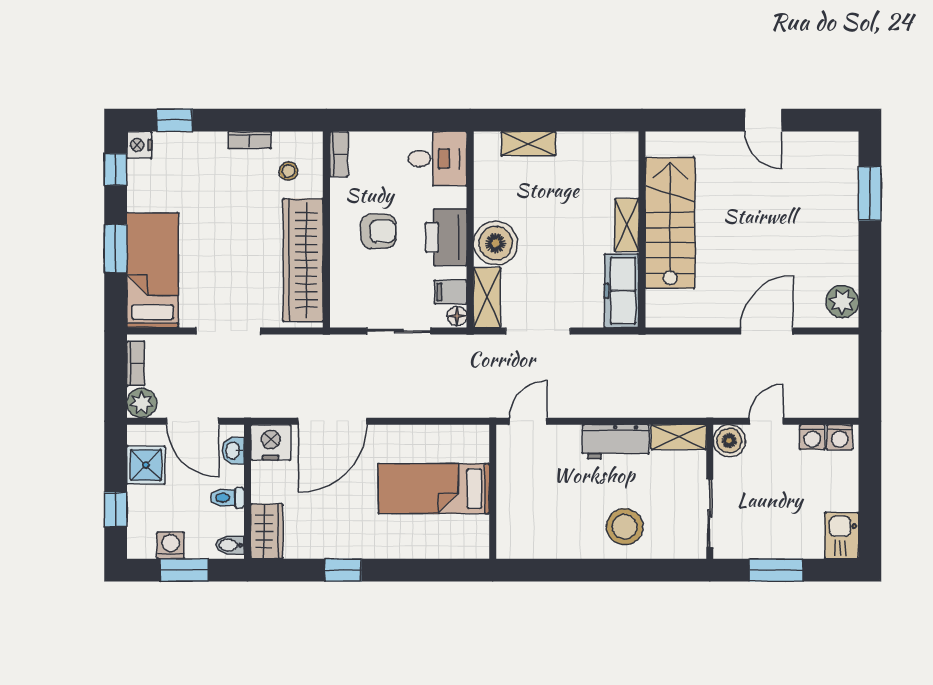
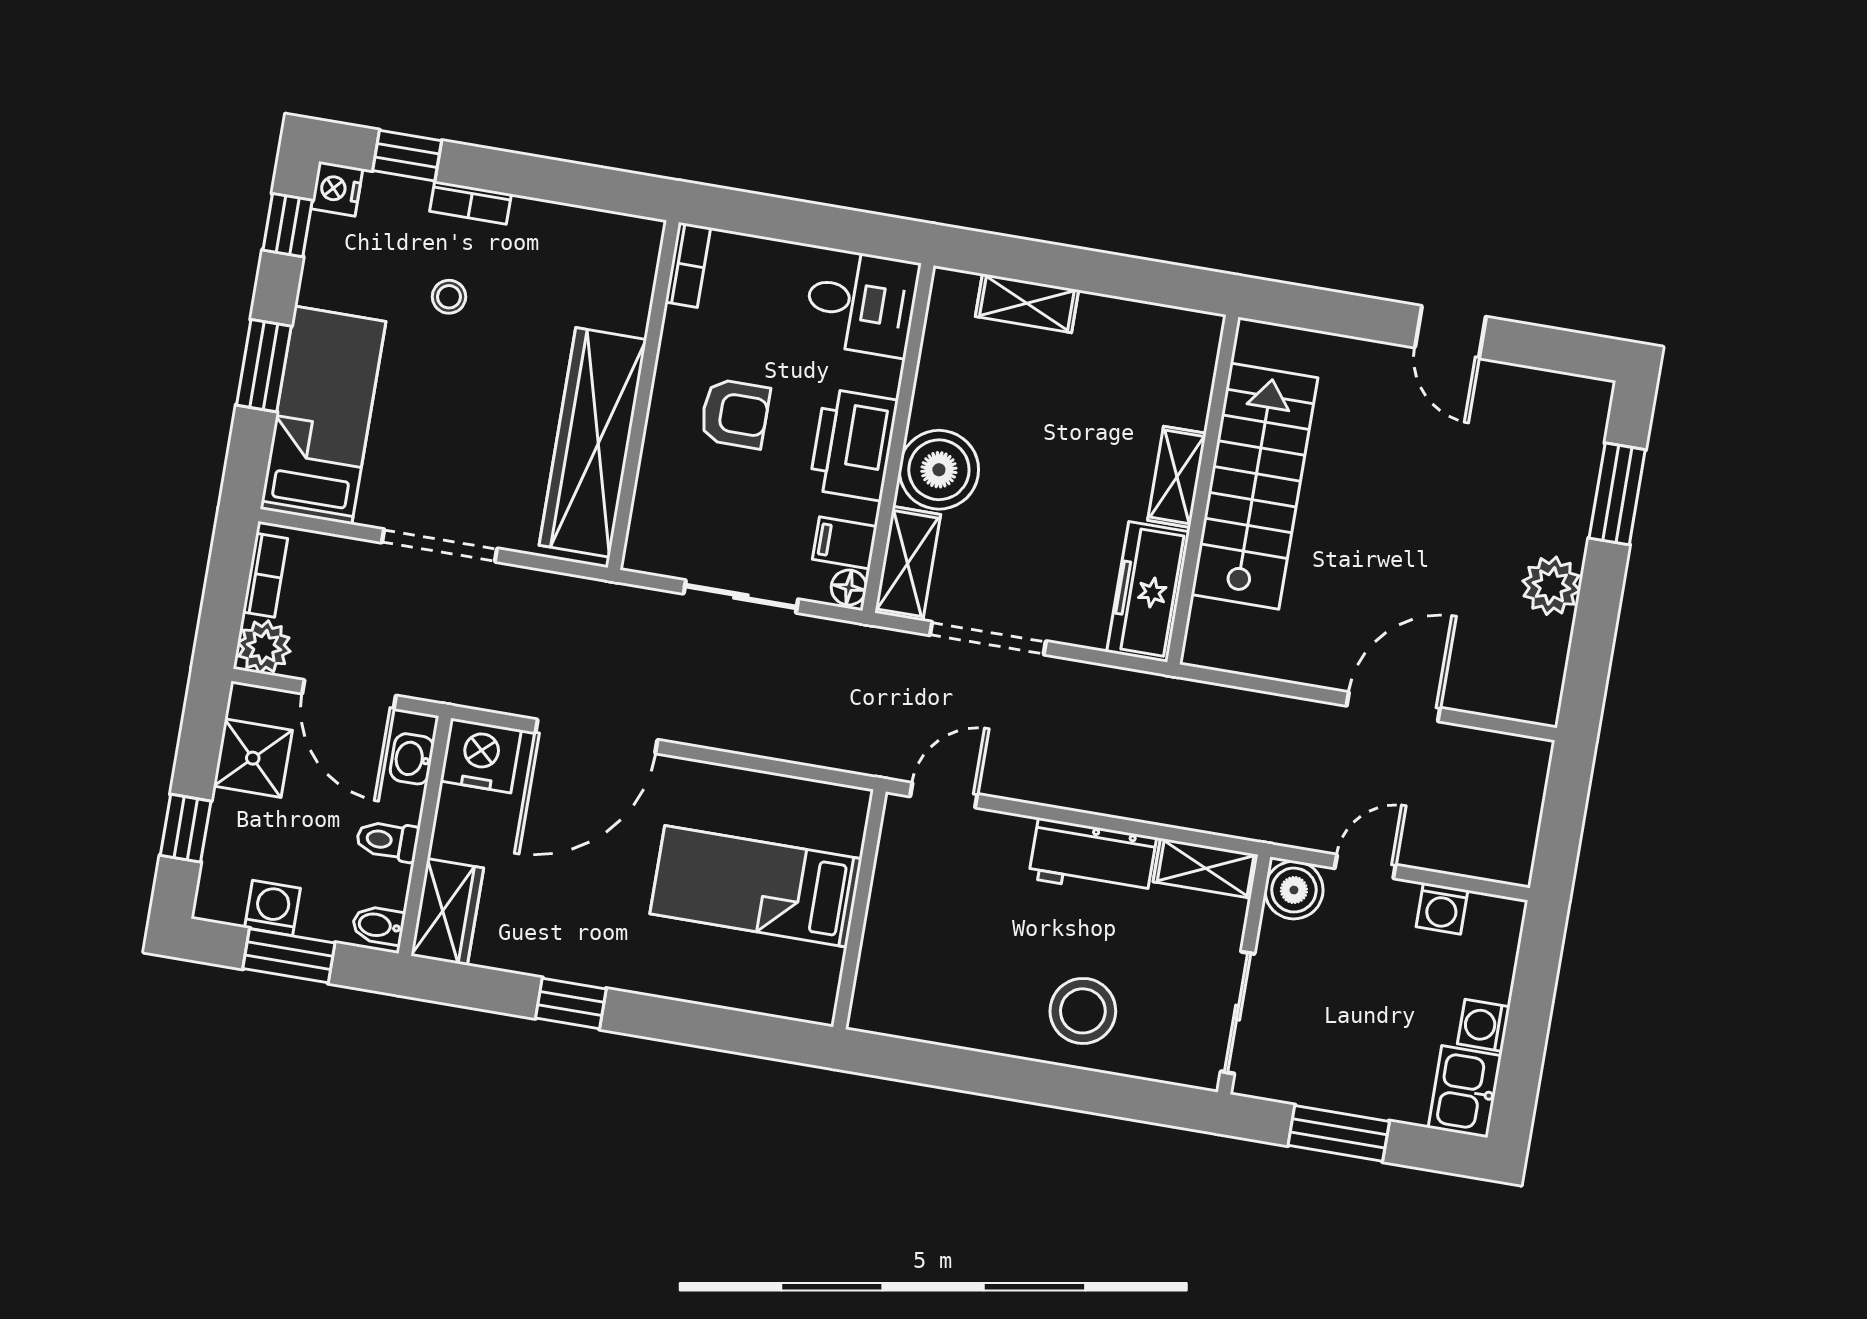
bookcase: (250, 140) -> (471, 203), moved
stool: (289, 171) -> (449, 297), moved
plant: (842, 302) -> (1551, 586), moved
washing machine: (840, 437) -> (1484, 1025), moved, turned 90

